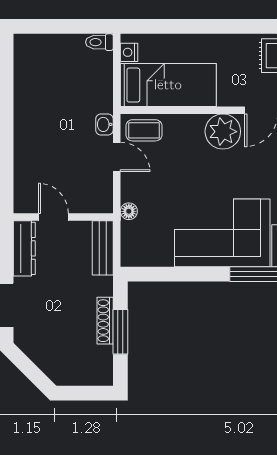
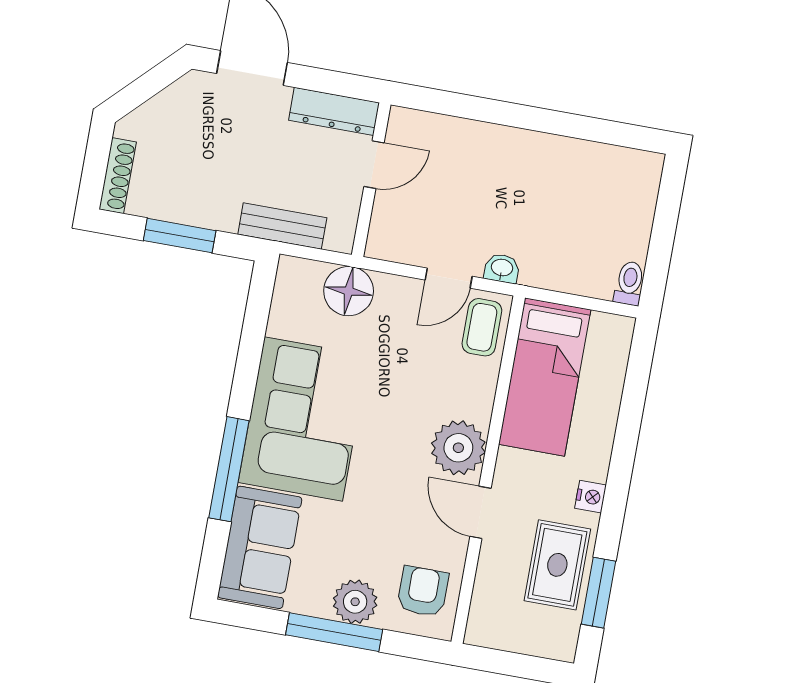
nightstand: (129, 52) -> (591, 497), moved, turned 90
floor lamp: (129, 211) -> (349, 291), width x1.89, depth x1.89
bench: (103, 248) -> (282, 226), moved
shoe rack: (105, 321) -> (118, 176), moved, turned 90

